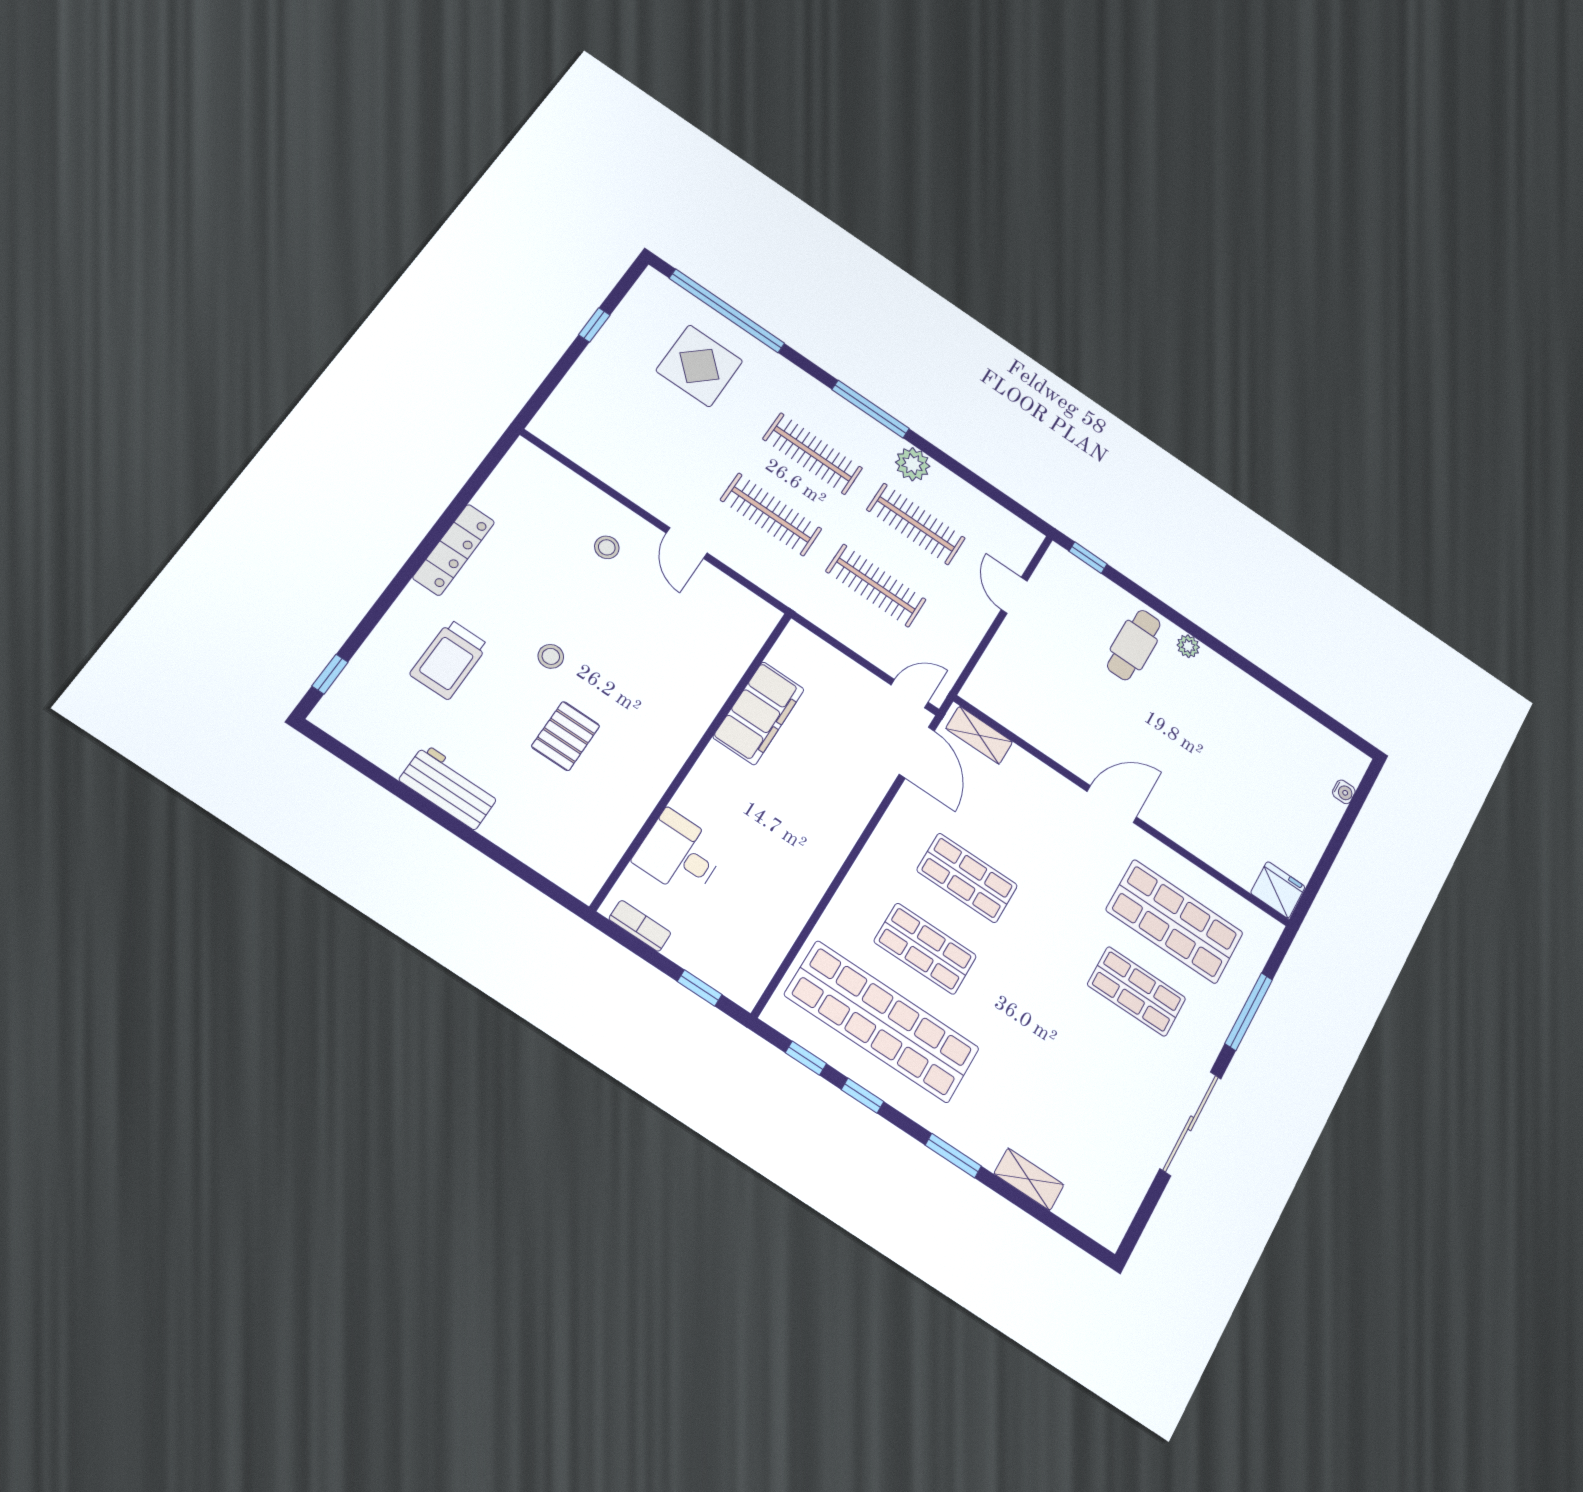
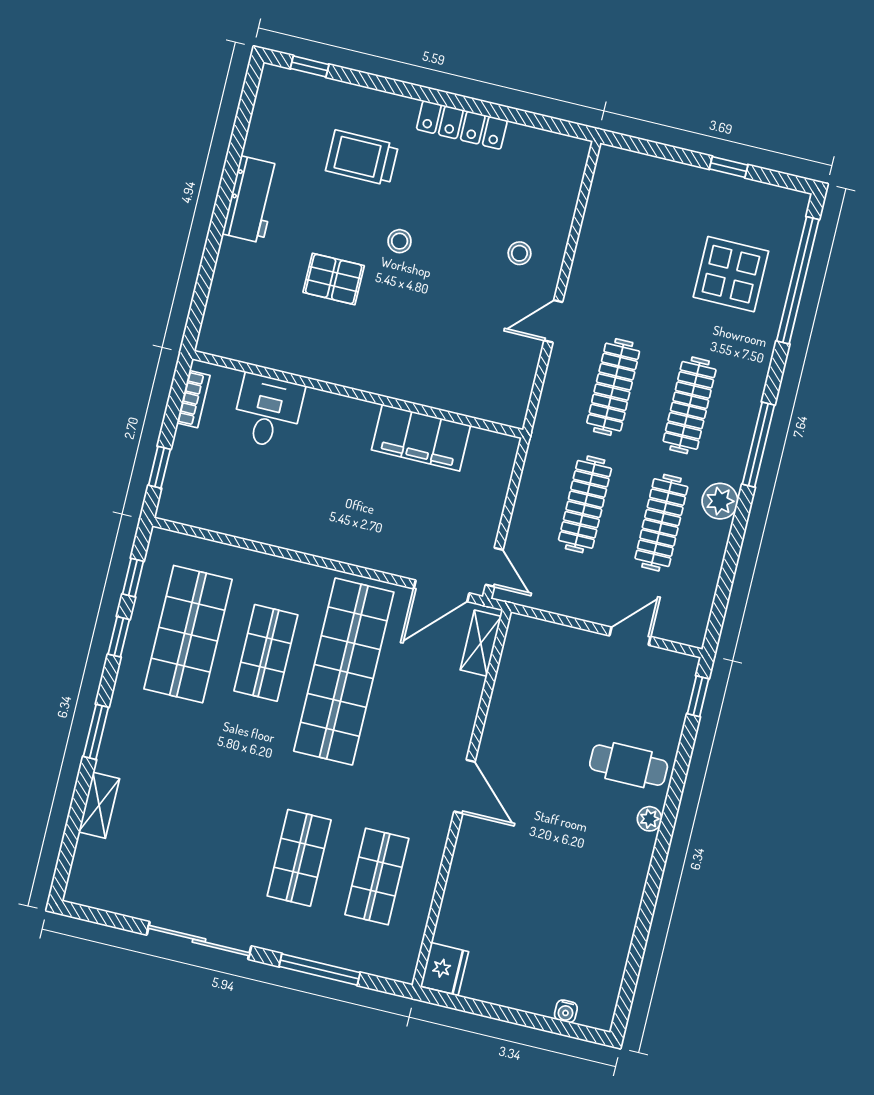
shop shelf: (967, 878) -> (344, 672), width x2.00, depth x1.36
shop shelf: (1175, 921) -> (377, 877), width x0.70, depth x0.74
shop shelf: (882, 1022) -> (188, 634), width x0.71

